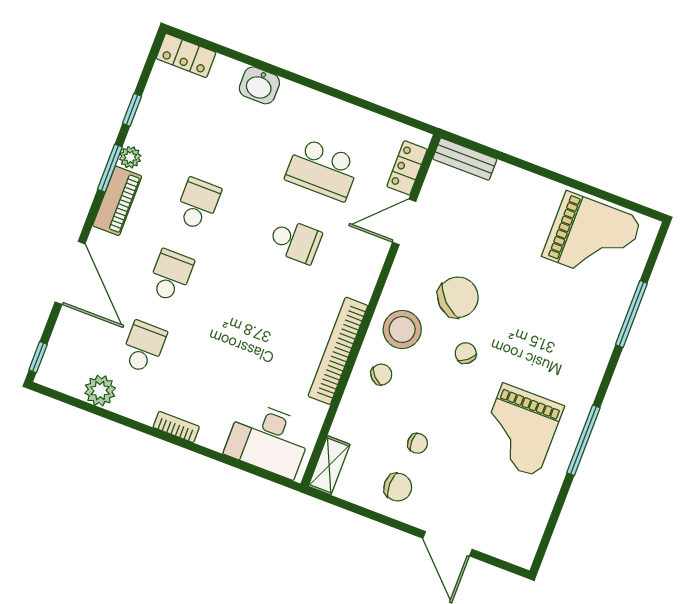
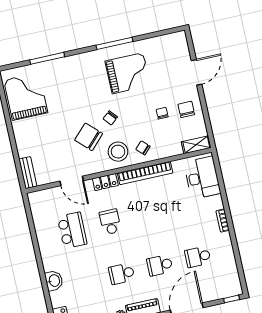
locker: (407, 168) -> (105, 182), moved
plant: (100, 391) -> (228, 263), removed

